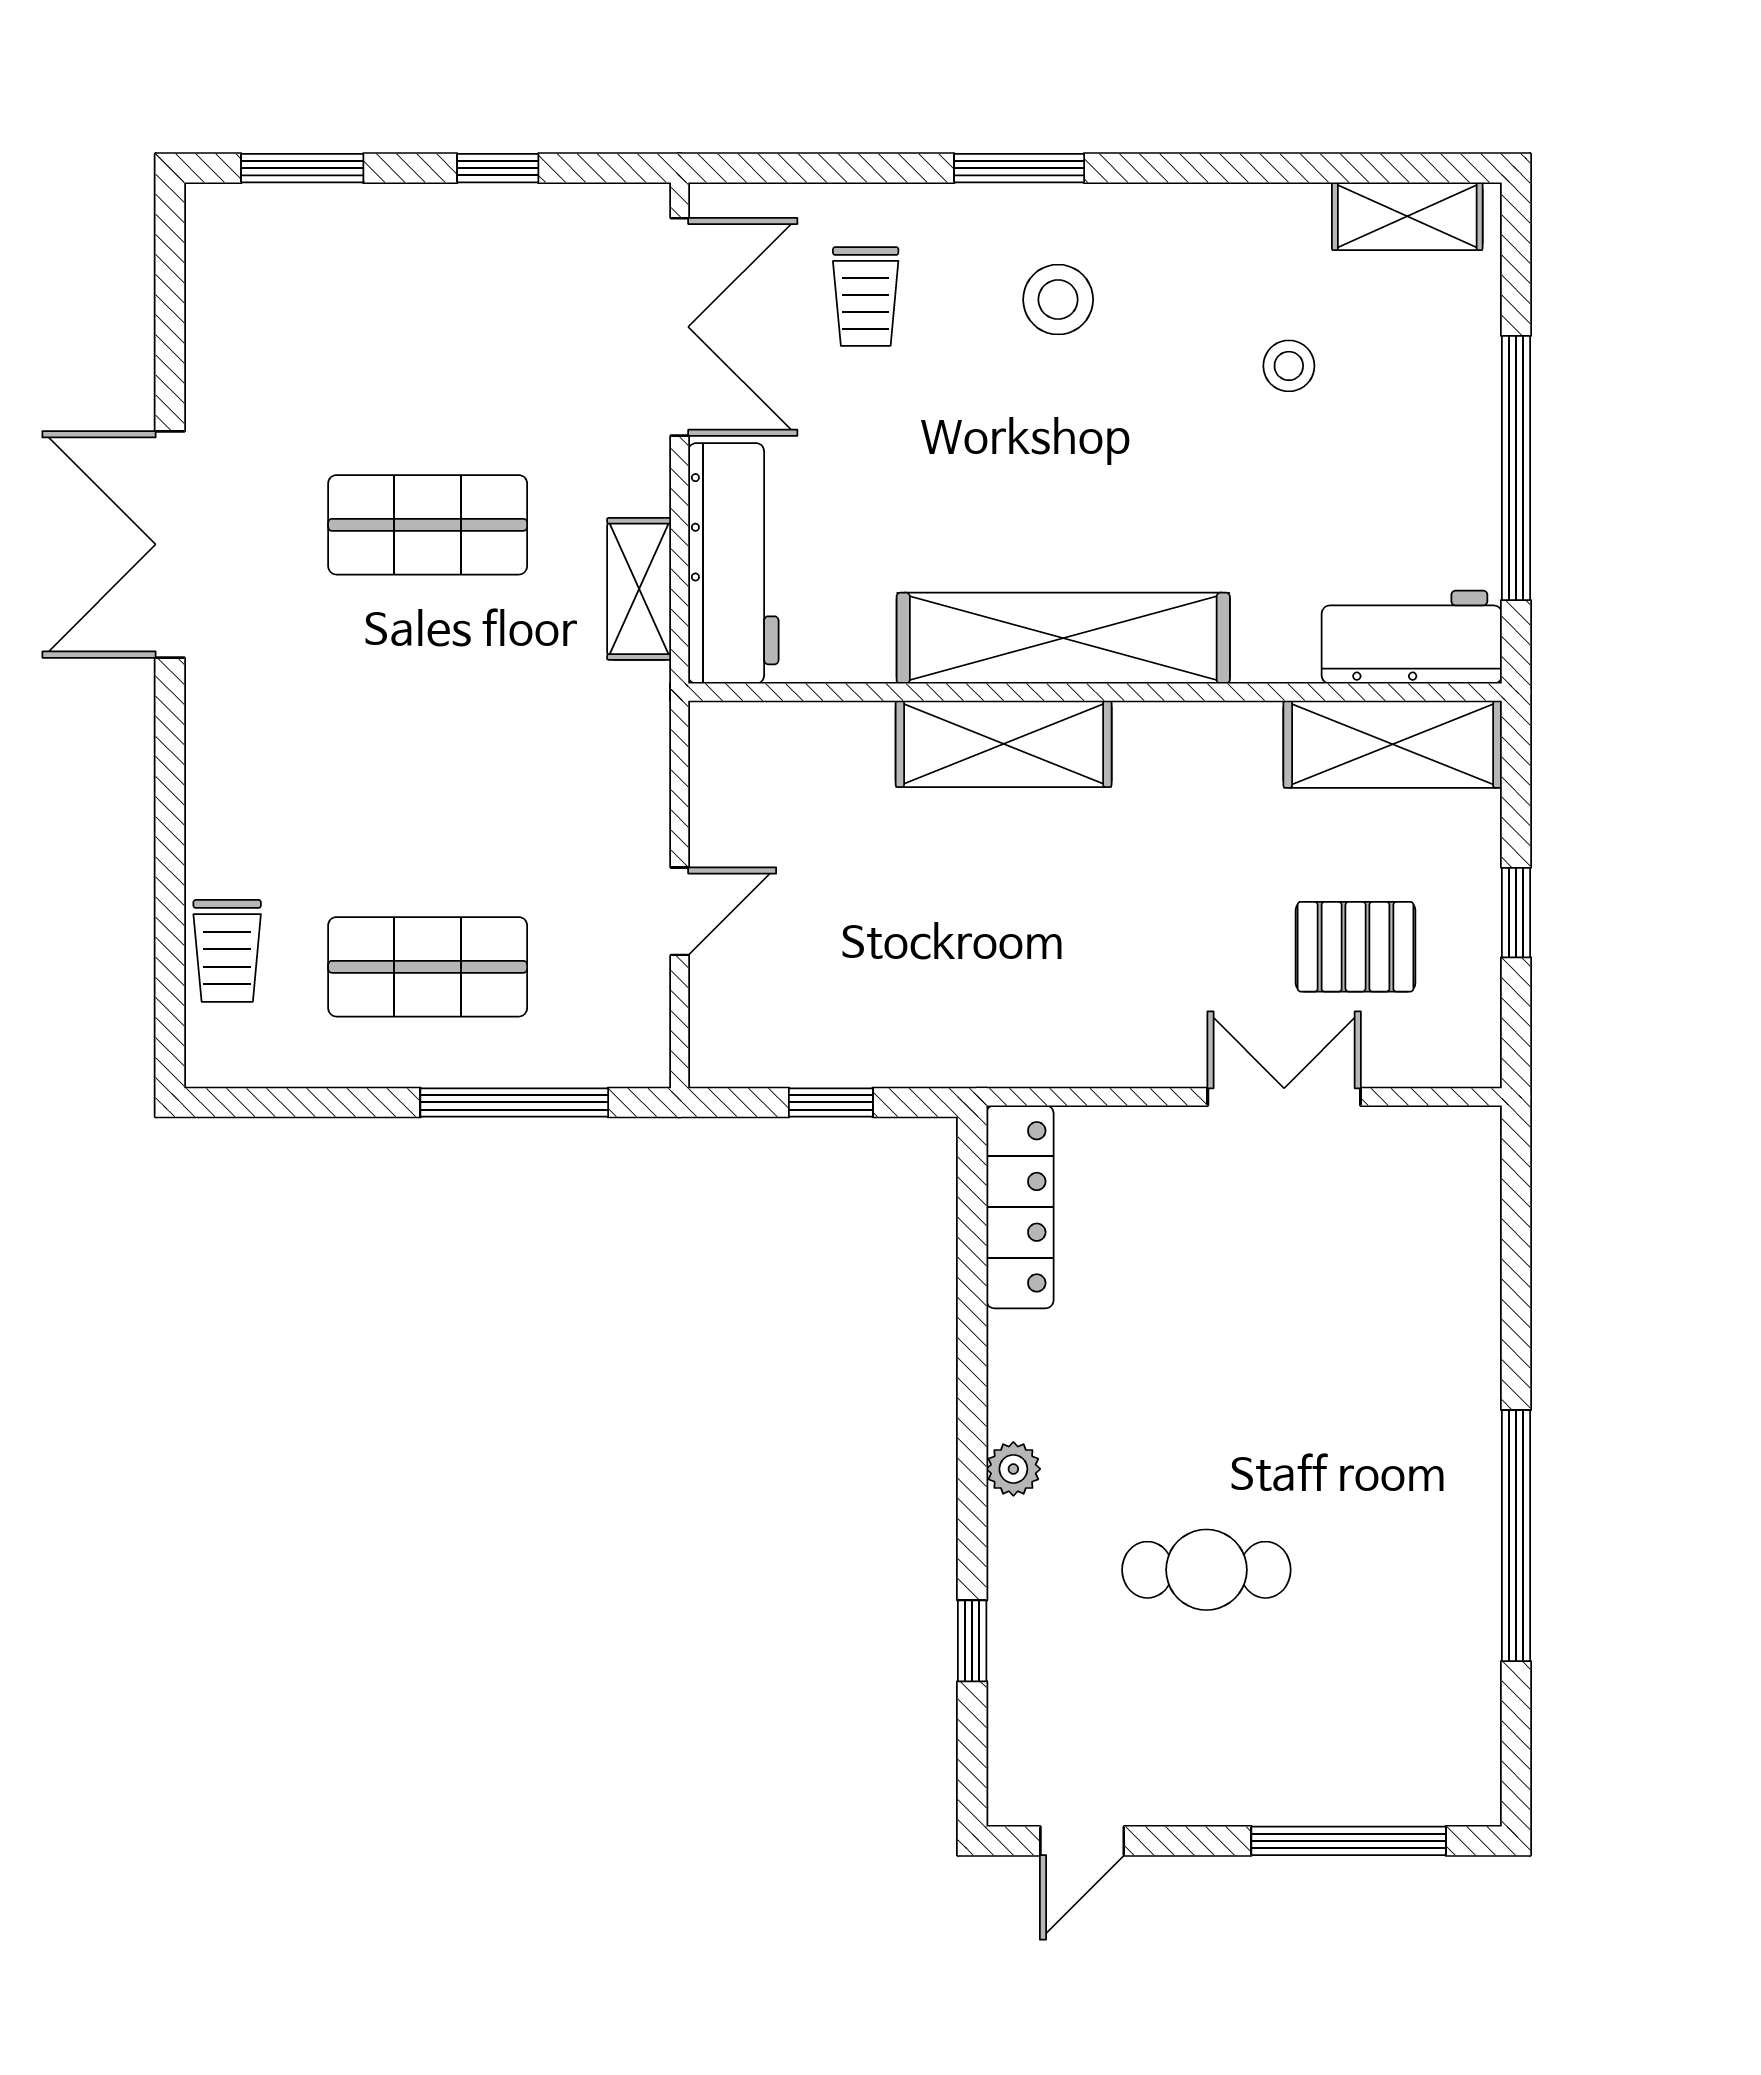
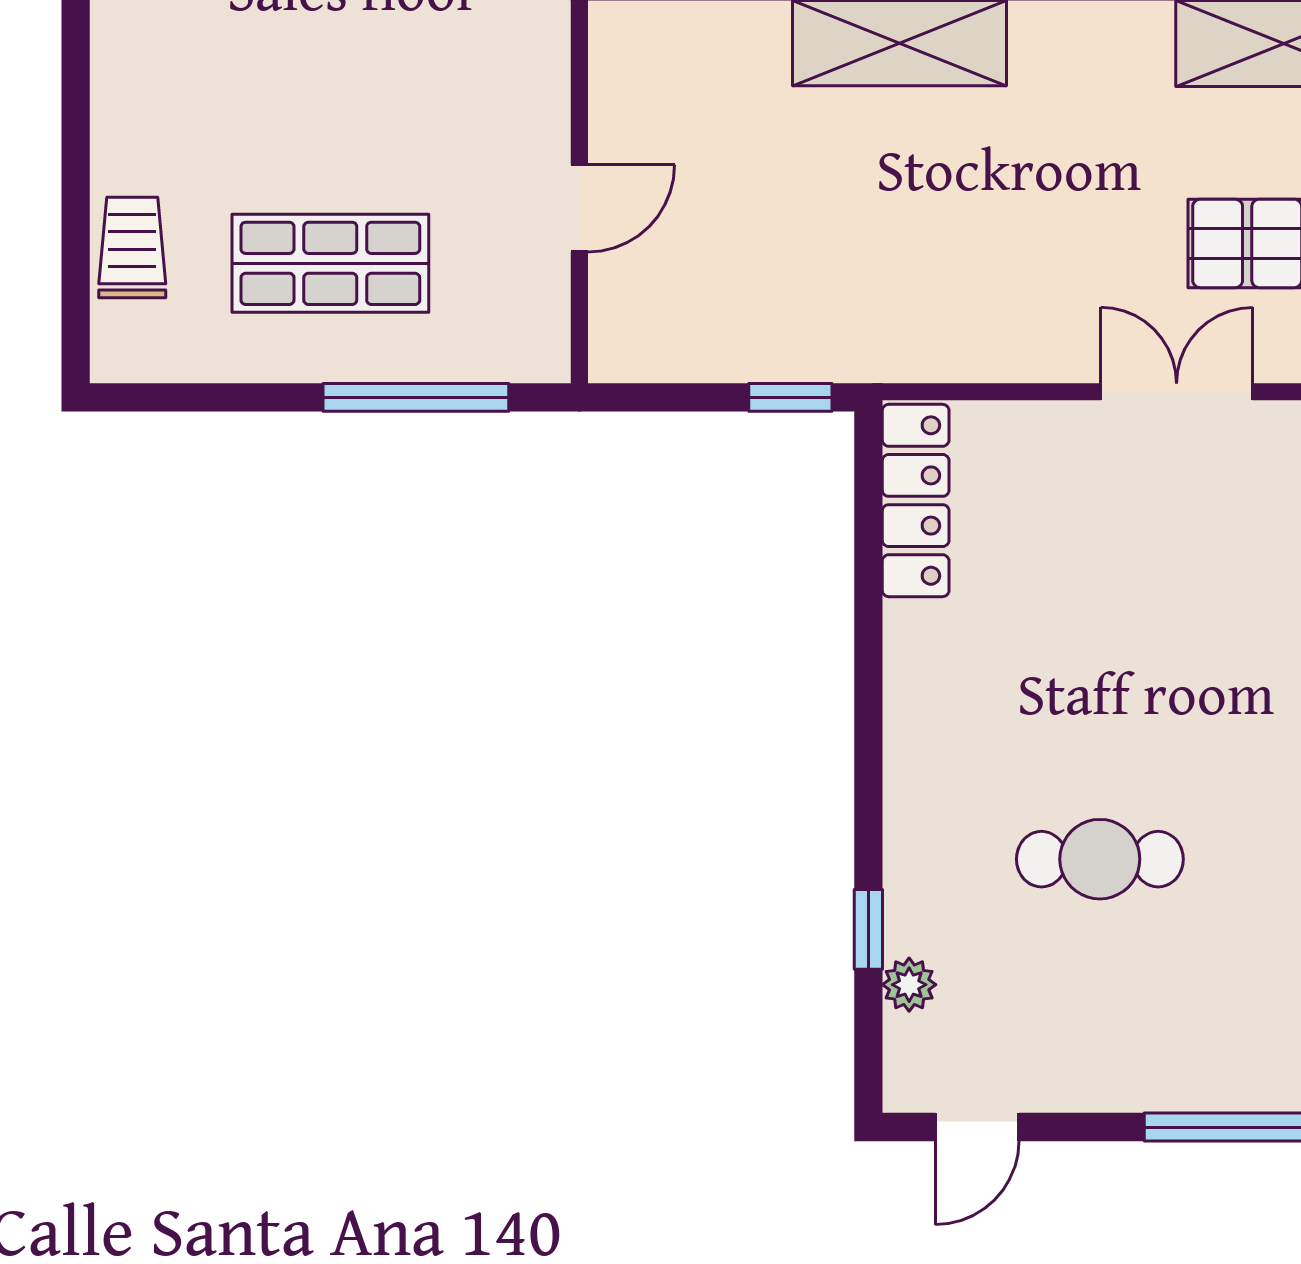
trolley: (227, 951) -> (132, 248), turned 180
window: (831, 1102) -> (790, 397), moved
plant: (1013, 1469) -> (909, 985), moved

